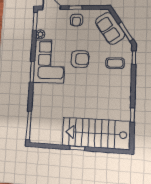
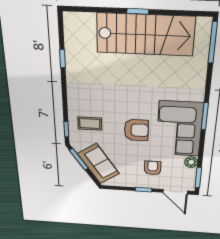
armchair: (76, 20) -> (153, 168), moved
armchair: (80, 59) -> (136, 130), turned 180
stairs: (96, 133) -> (145, 35), moved

